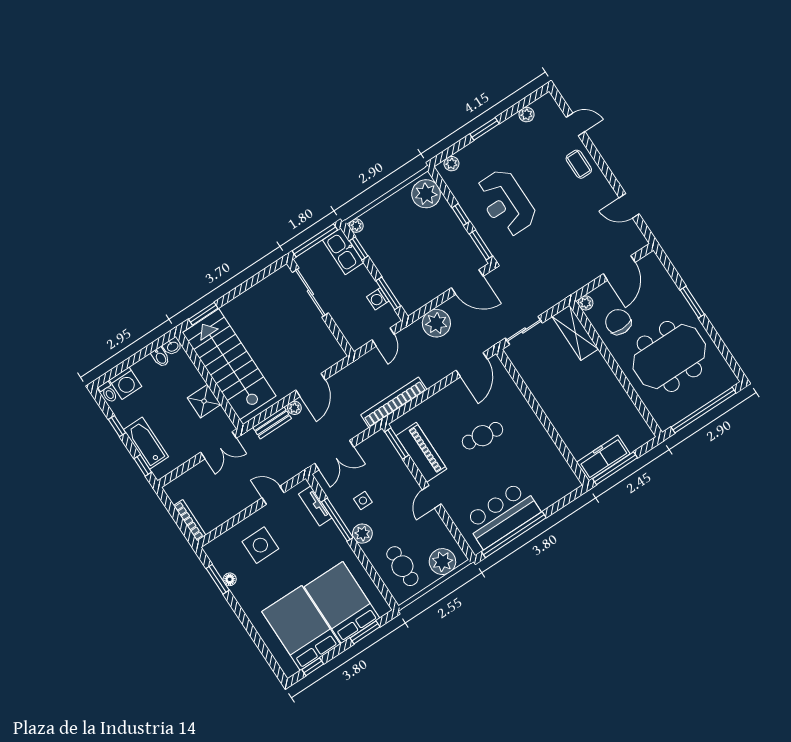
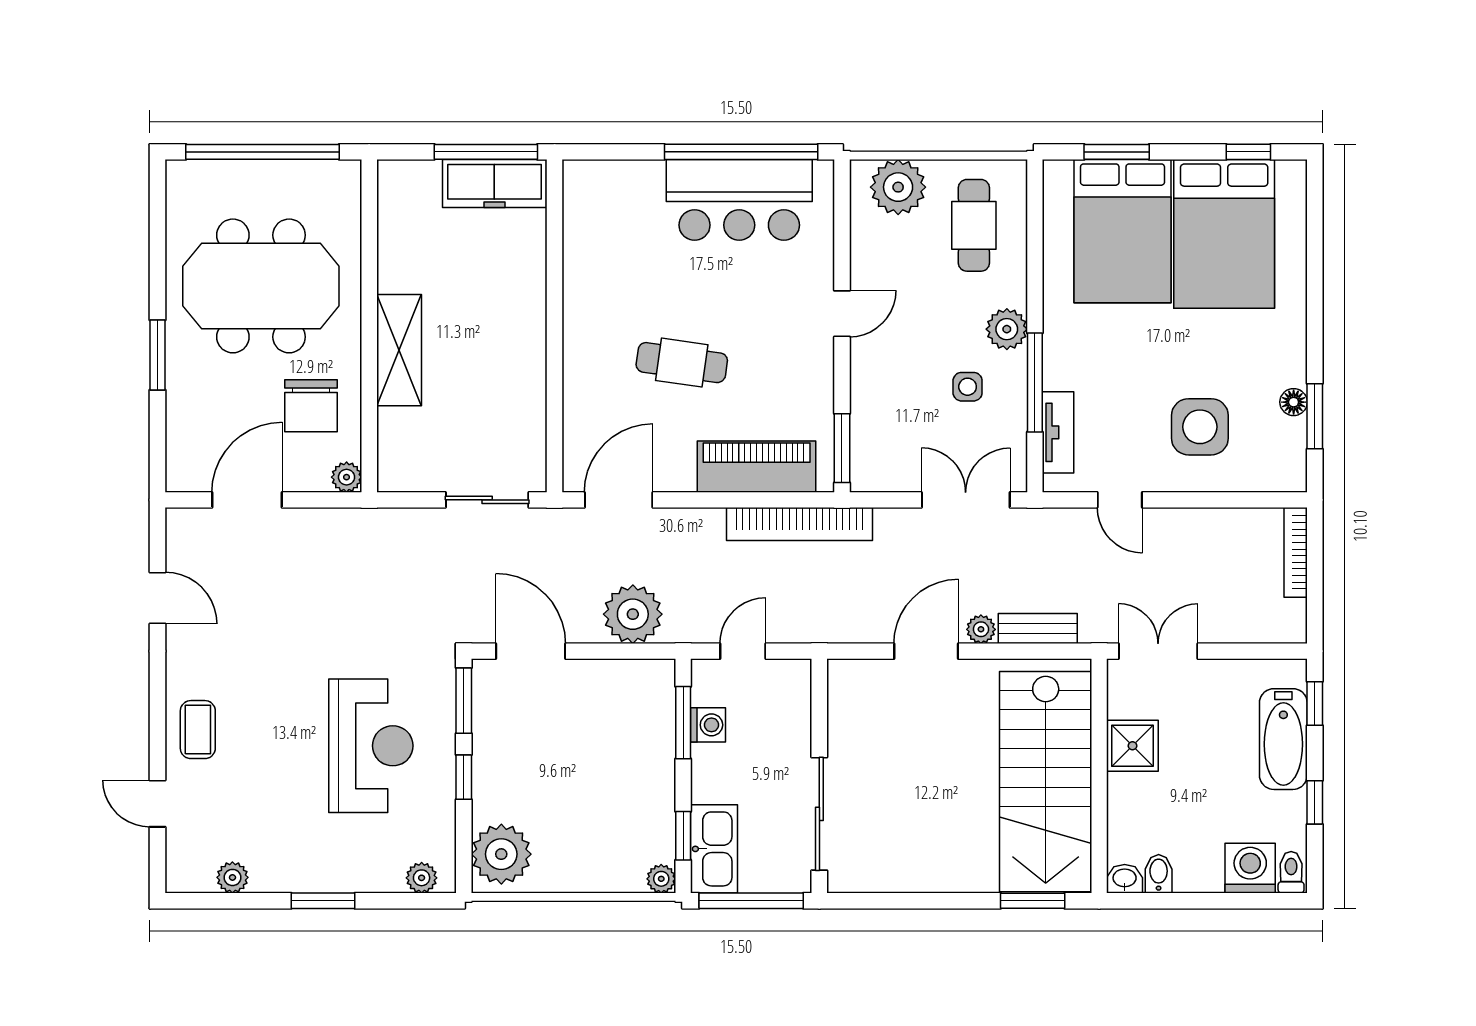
shelving: (575, 333) -> (399, 350), moved
piano: (421, 452) -> (757, 467), moved, turned 90

